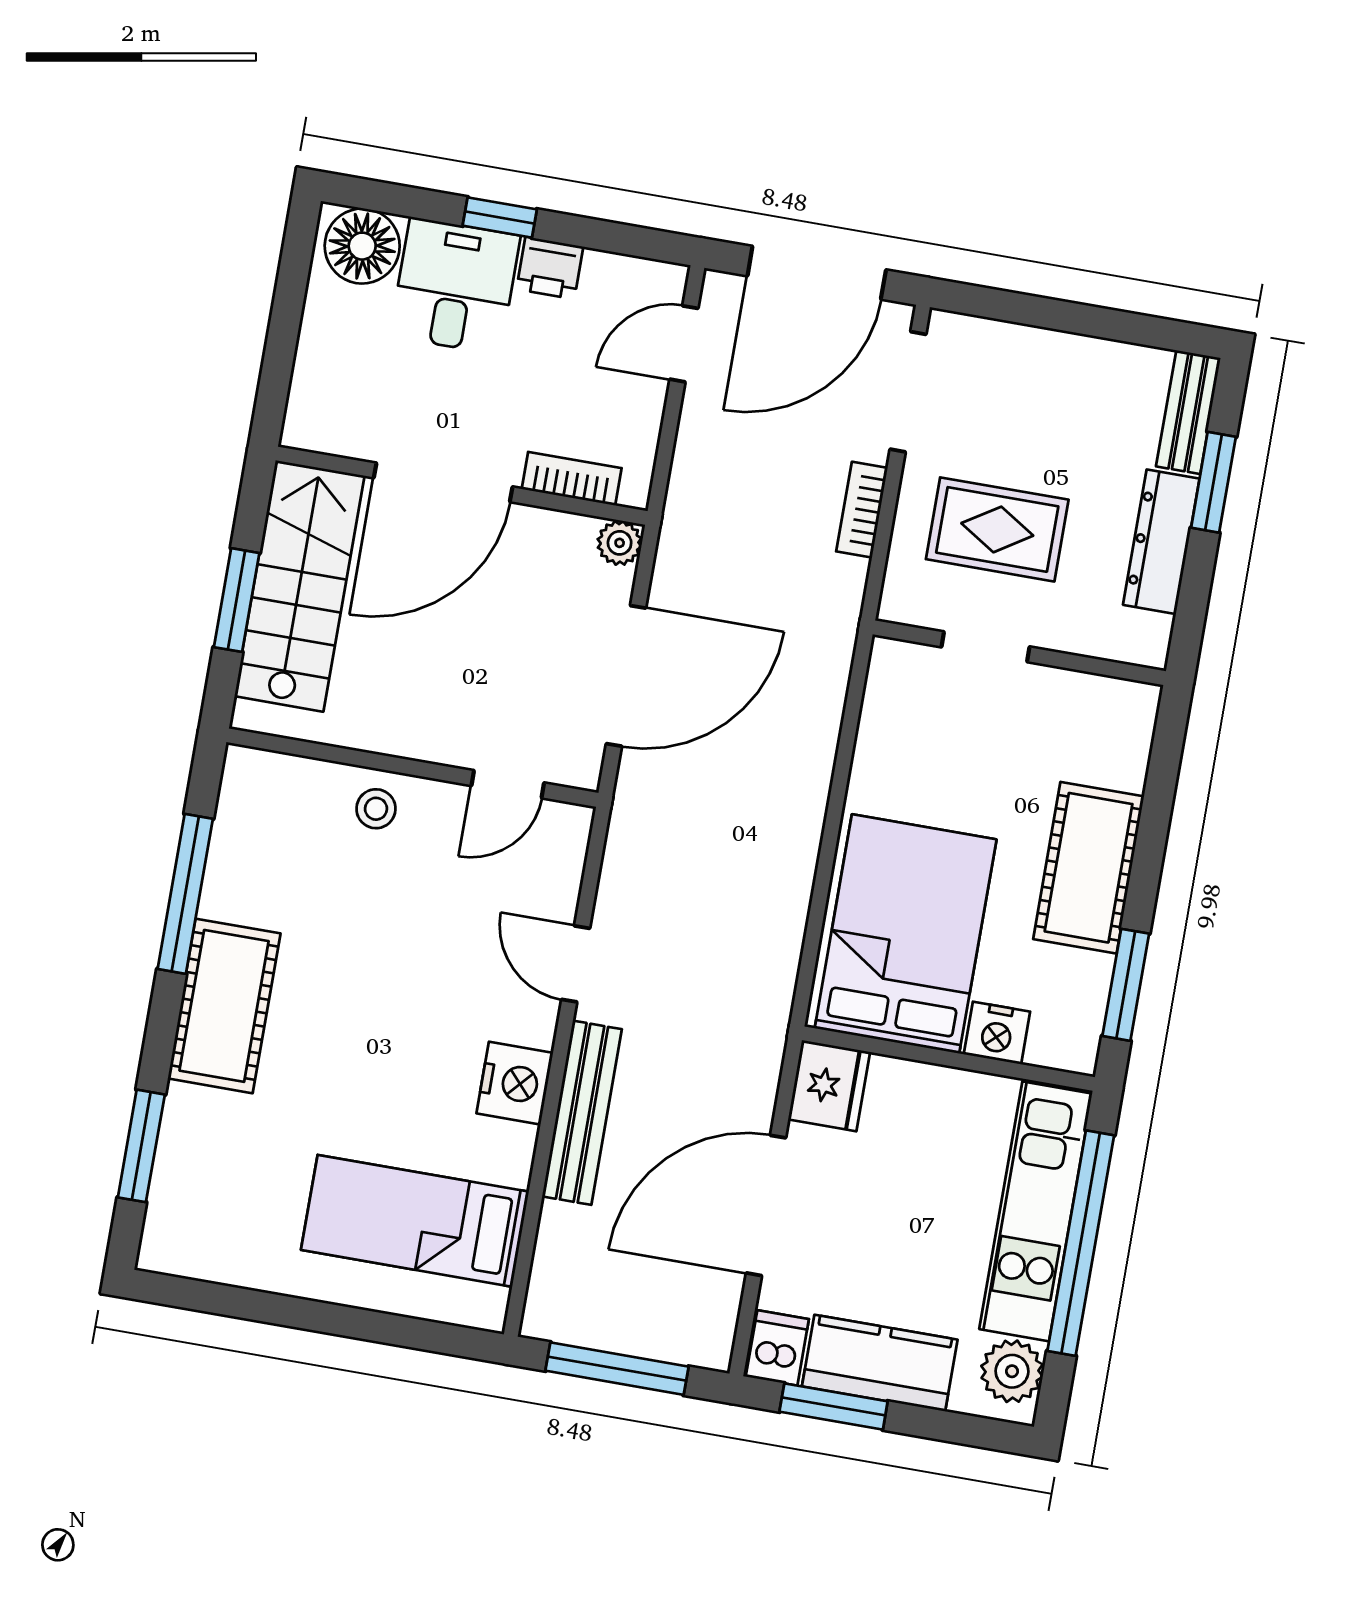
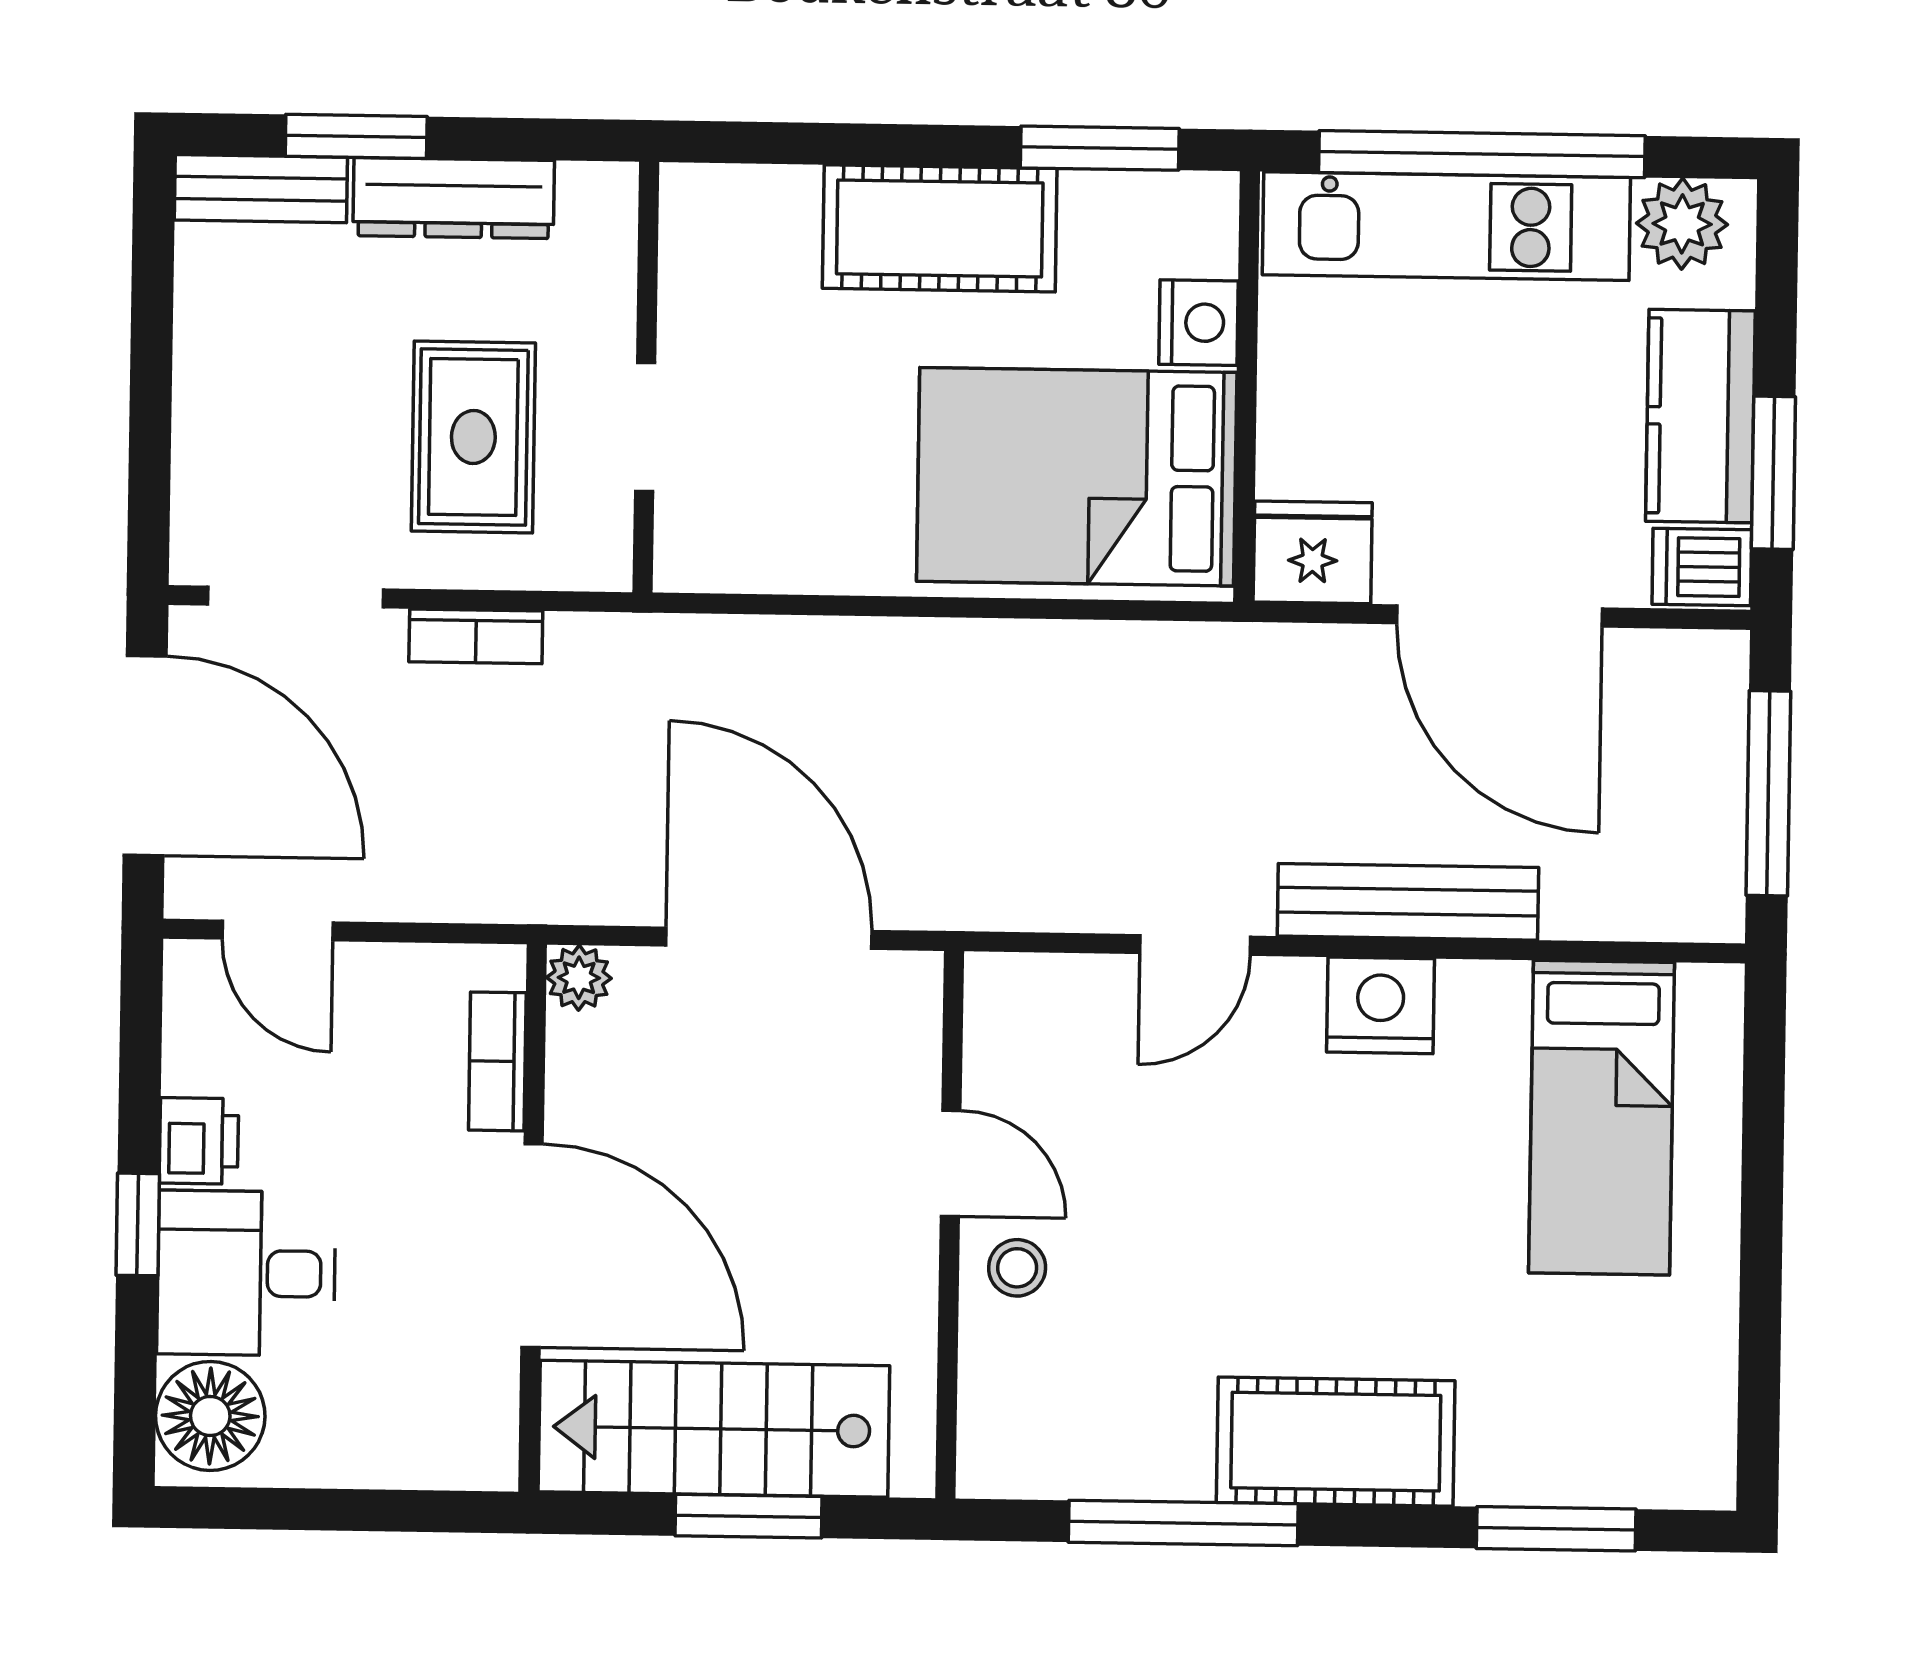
door: (508, 784) -> (951, 1163), moved

